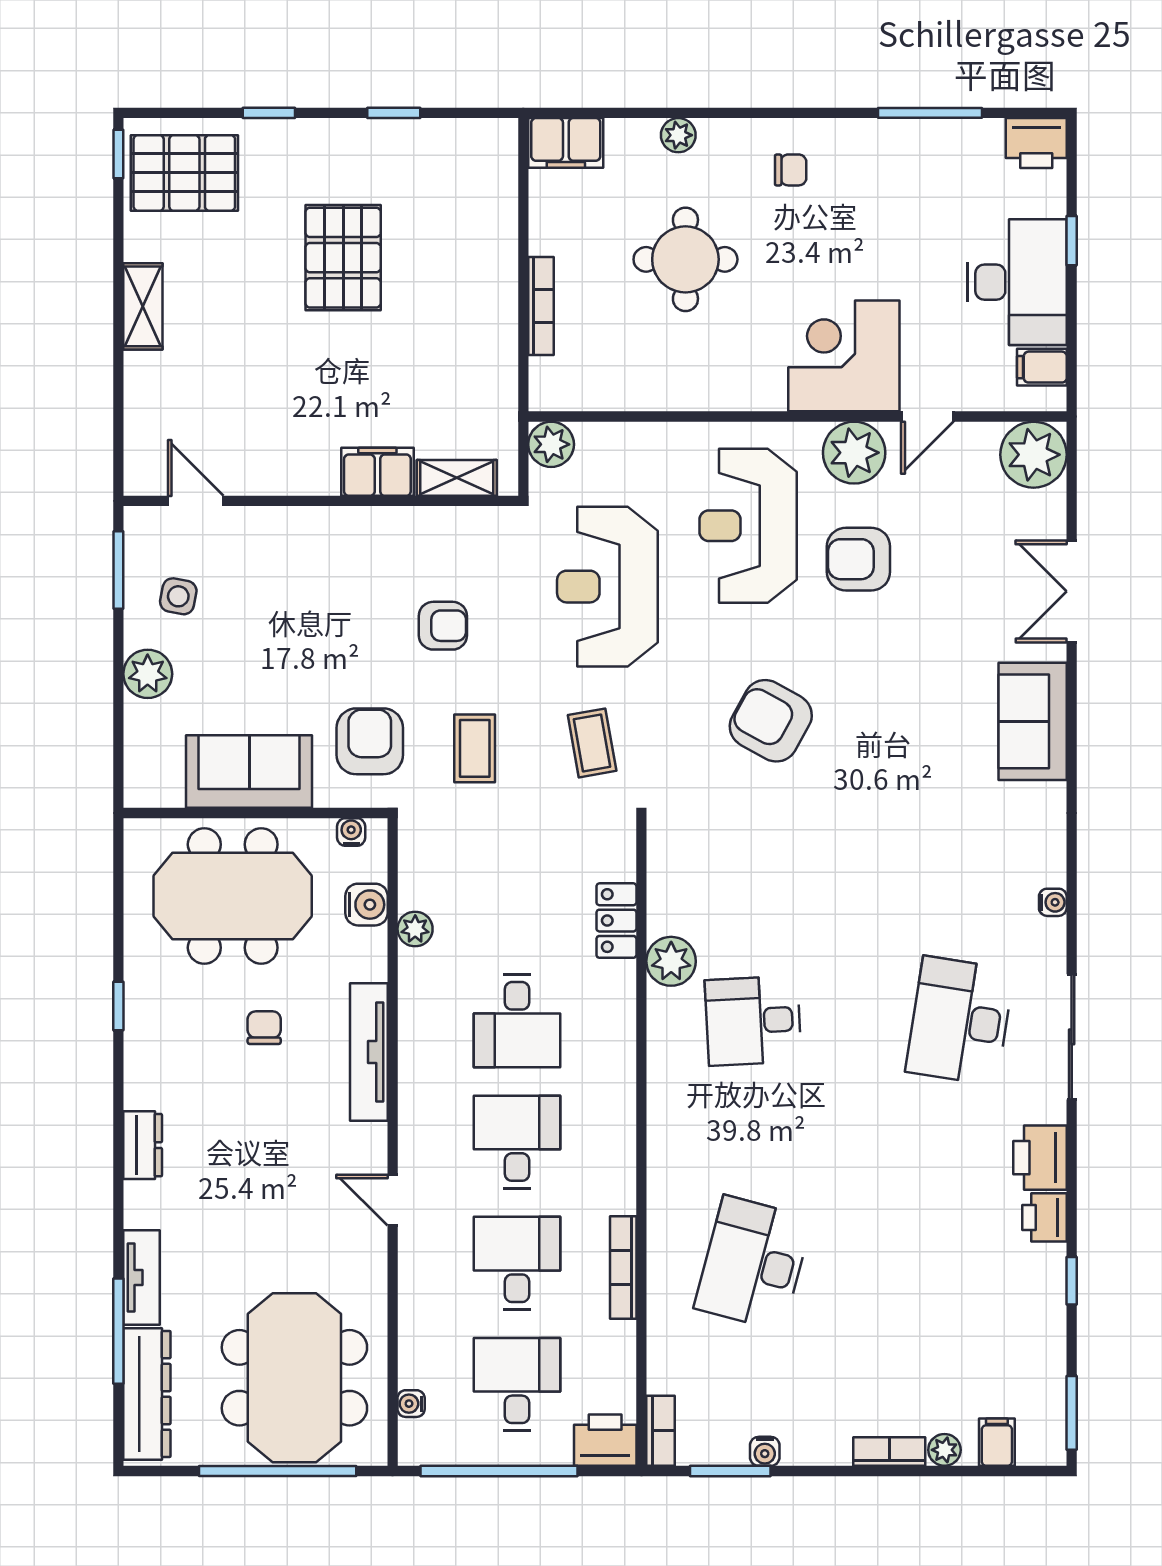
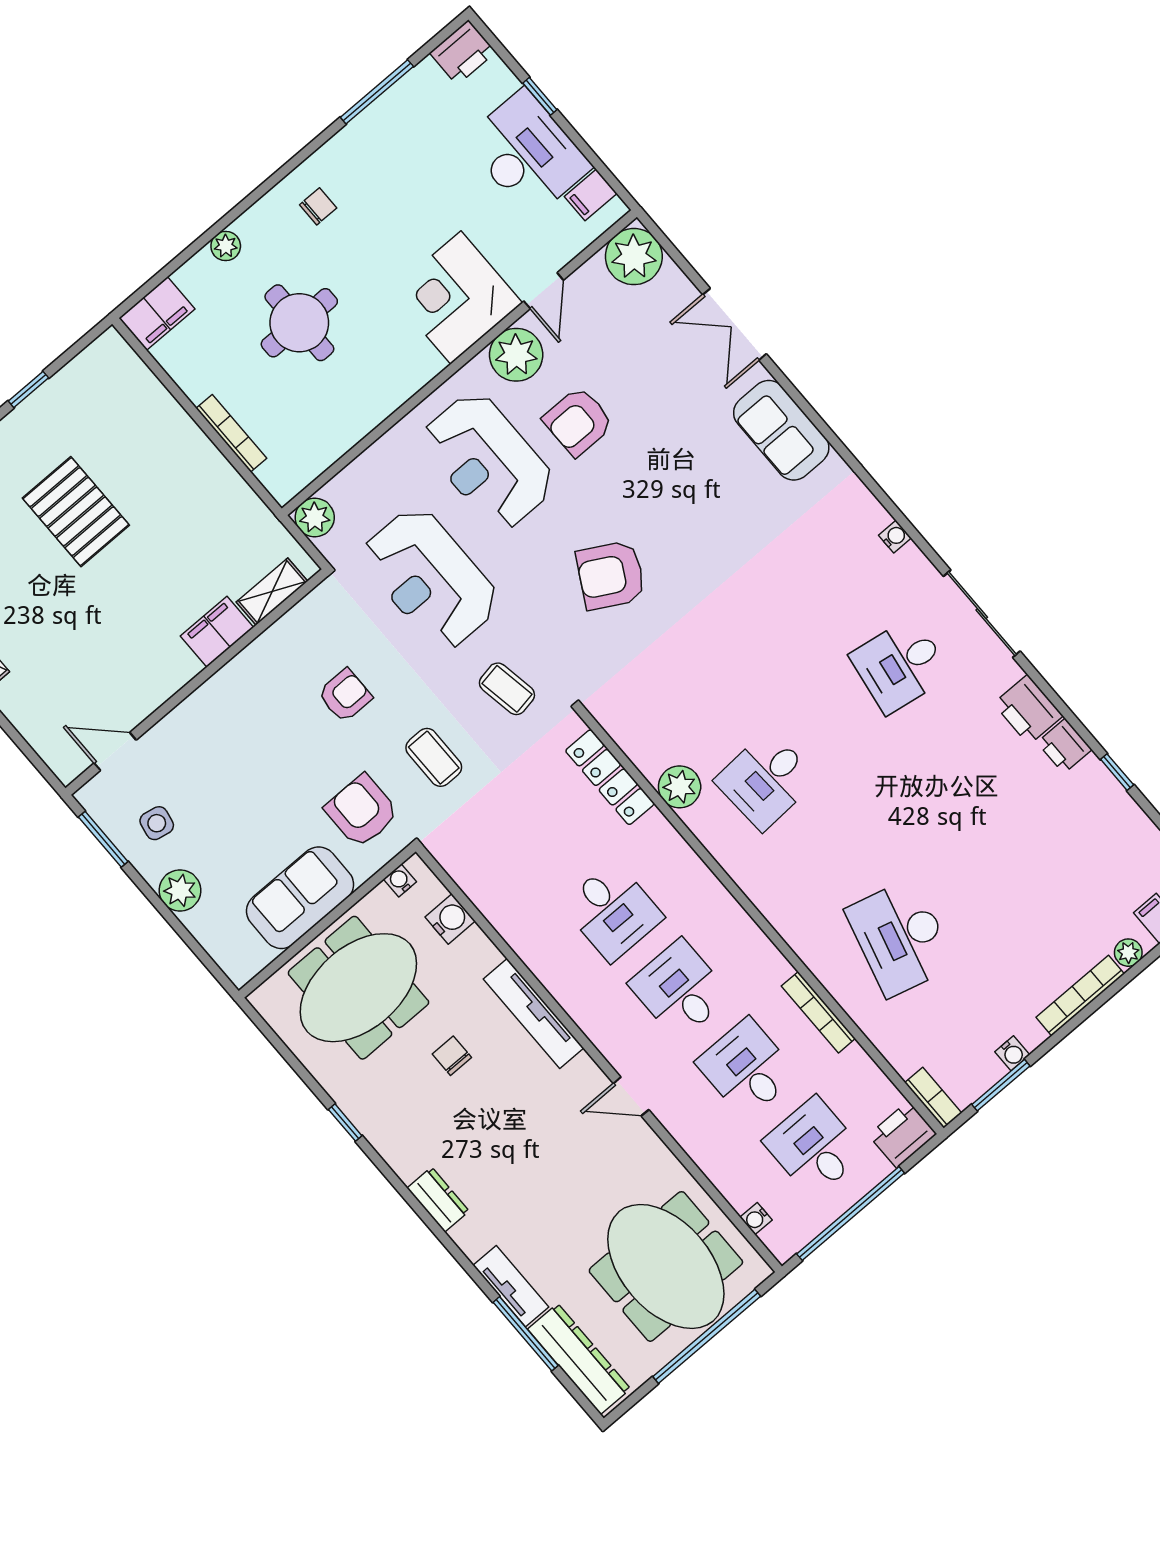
locker: (616, 921) -> (610, 777), width x1.53
plant: (415, 929) -> (495, 908), removed
desk: (960, 1021) -> (900, 665), width x0.73
bookcase: (889, 1452) -> (1080, 996), width x1.56

